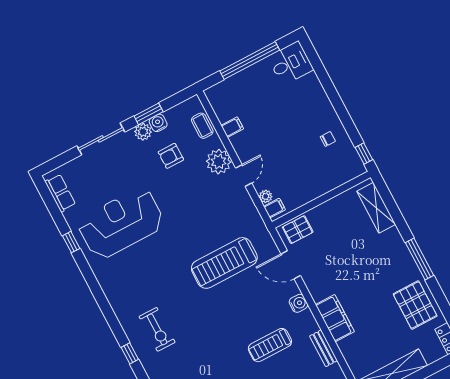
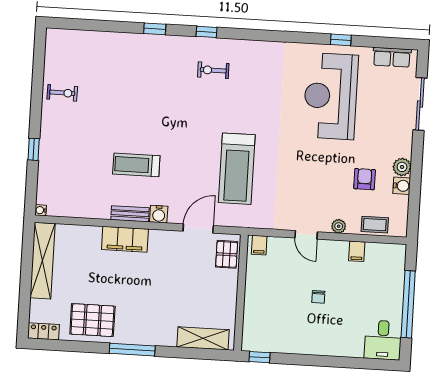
window: (149, 114) -> (415, 182), removed
sliding door: (101, 139) -> (420, 104), moved
chair: (328, 139) -> (318, 297), moved
plant: (219, 162) -> (339, 226), width x0.53, depth x0.53
plant: (266, 196) -> (275, 243), removed
reception desk: (121, 223) -> (331, 96), turned 180
treadmill: (224, 263) -> (237, 169), turned 180
exercise bike: (157, 329) -> (213, 70), width x0.73, depth x0.72
treadmill: (270, 345) -> (136, 165), turned -90
bench: (324, 348) -> (130, 214), moved

